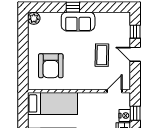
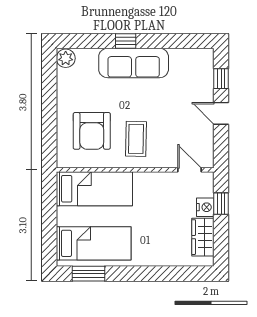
sofa: (78, 21) -> (134, 63), width x1.36
coffee table: (102, 55) -> (136, 139), moved
door: (115, 91) -> (190, 170), hinge flipped

